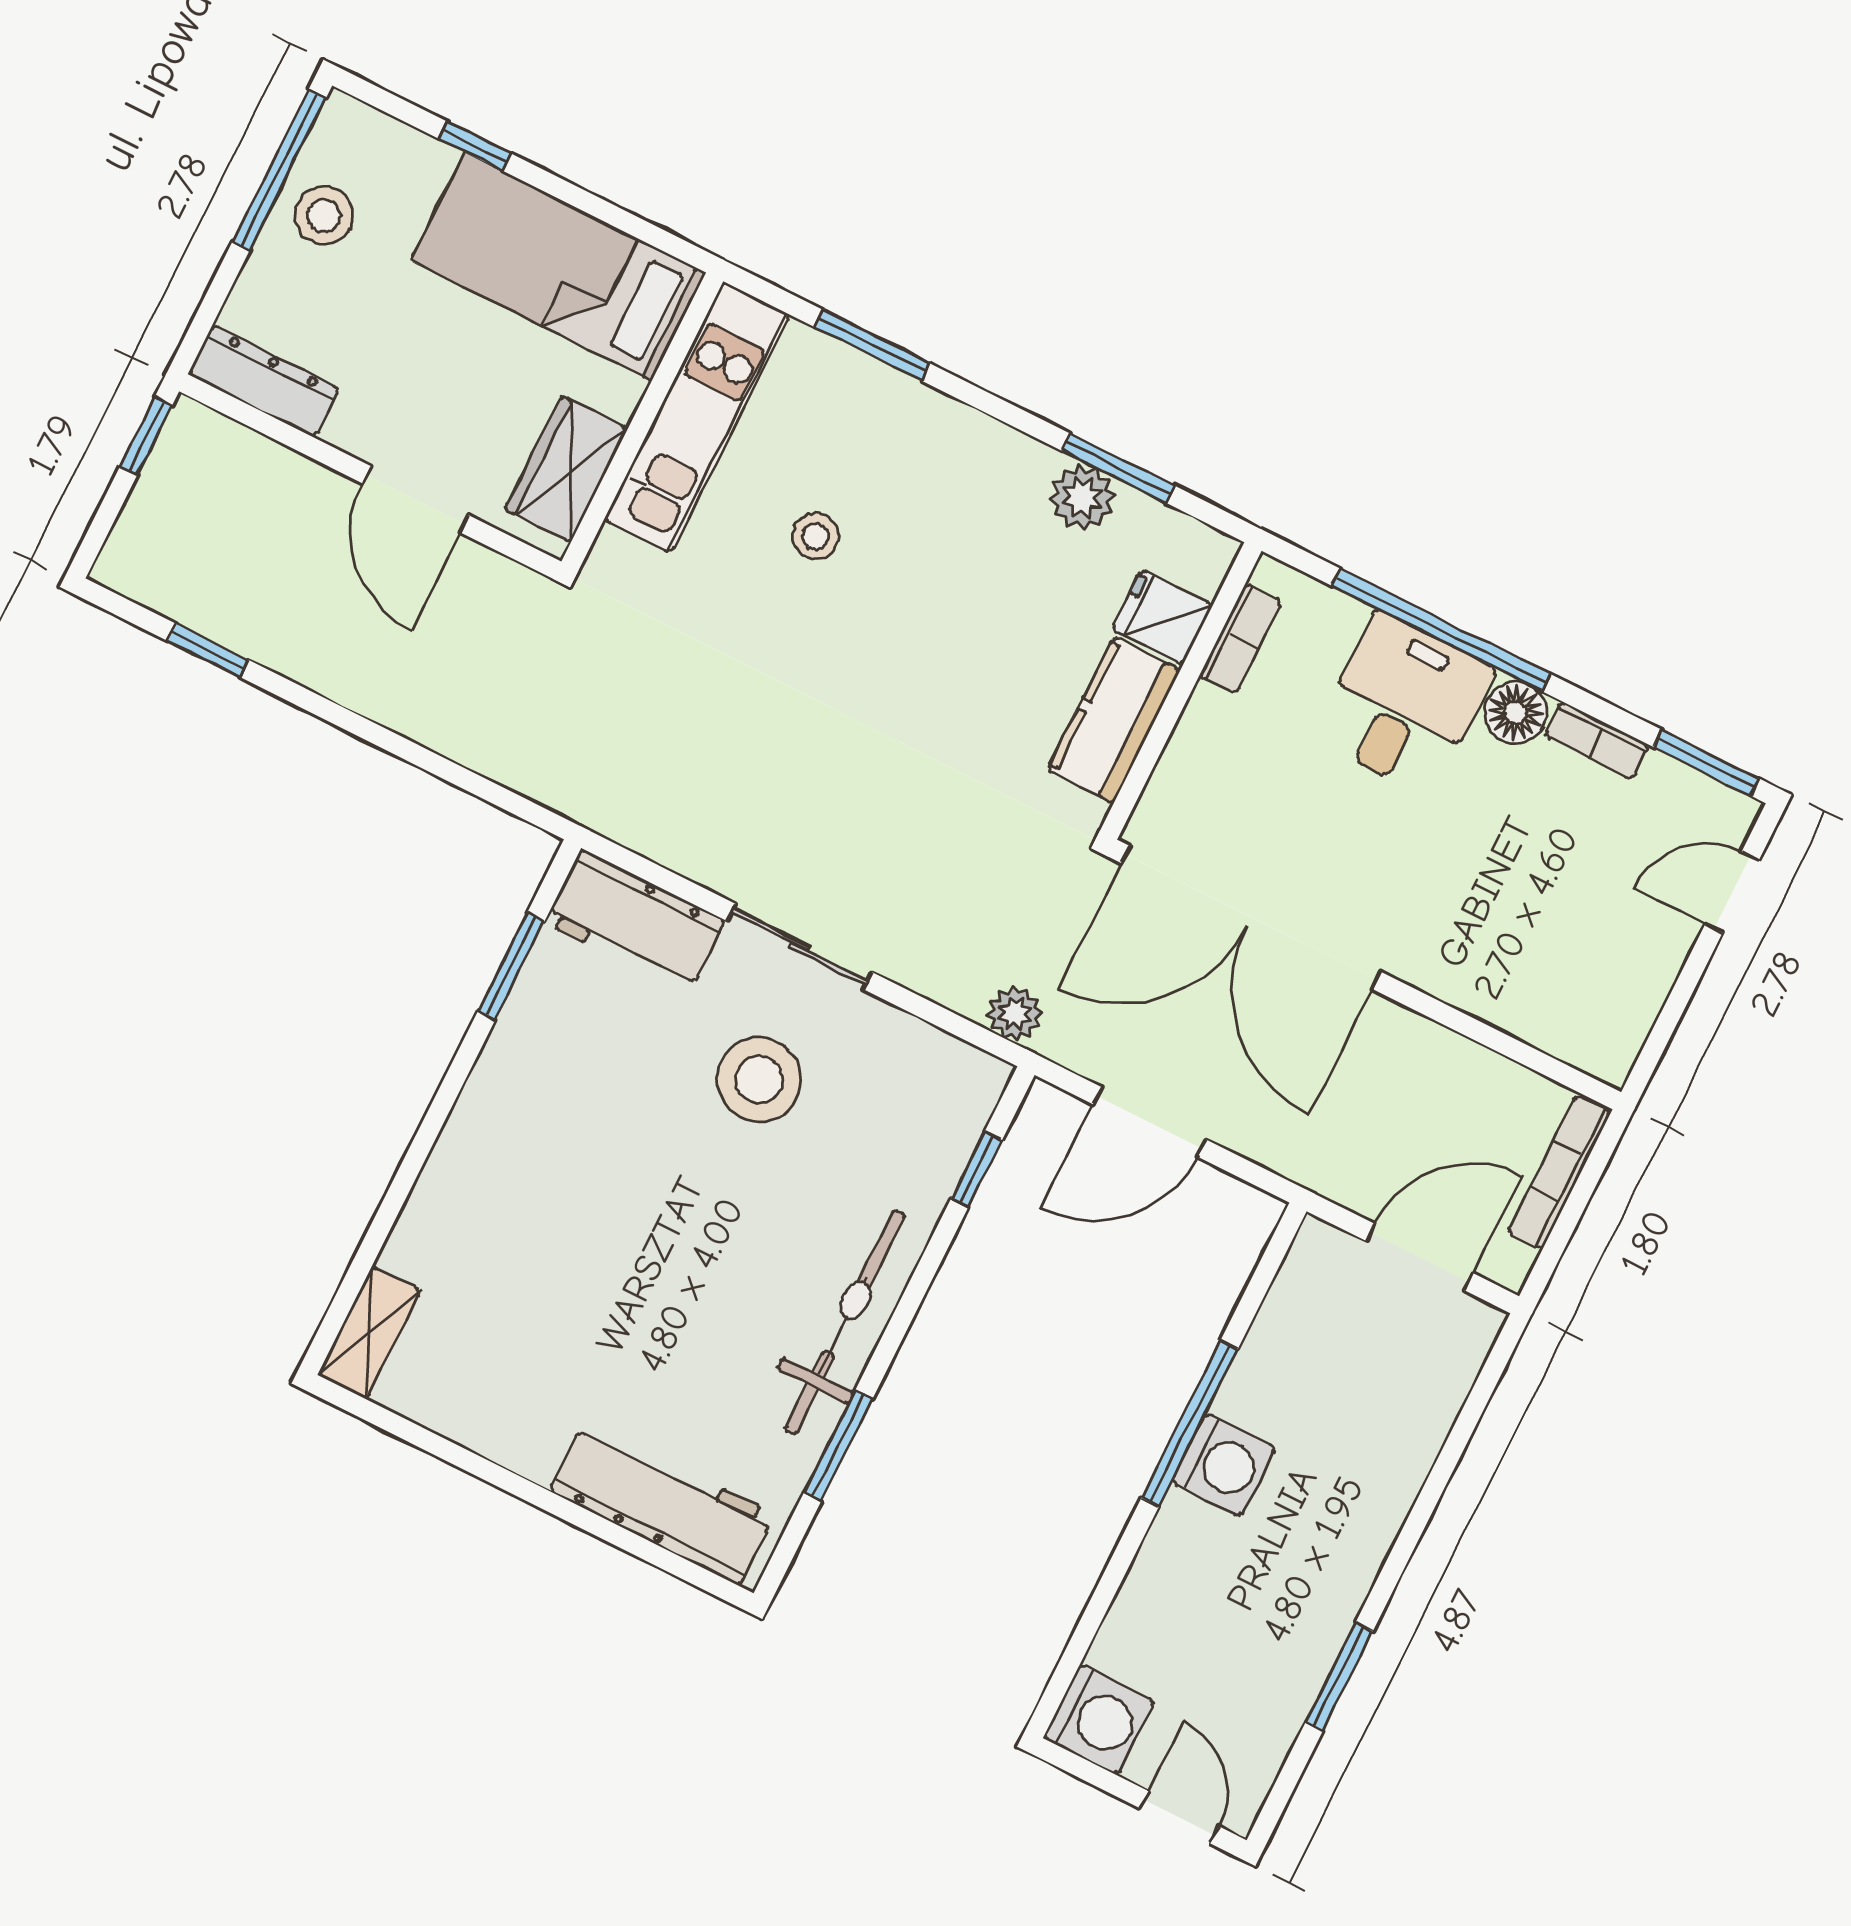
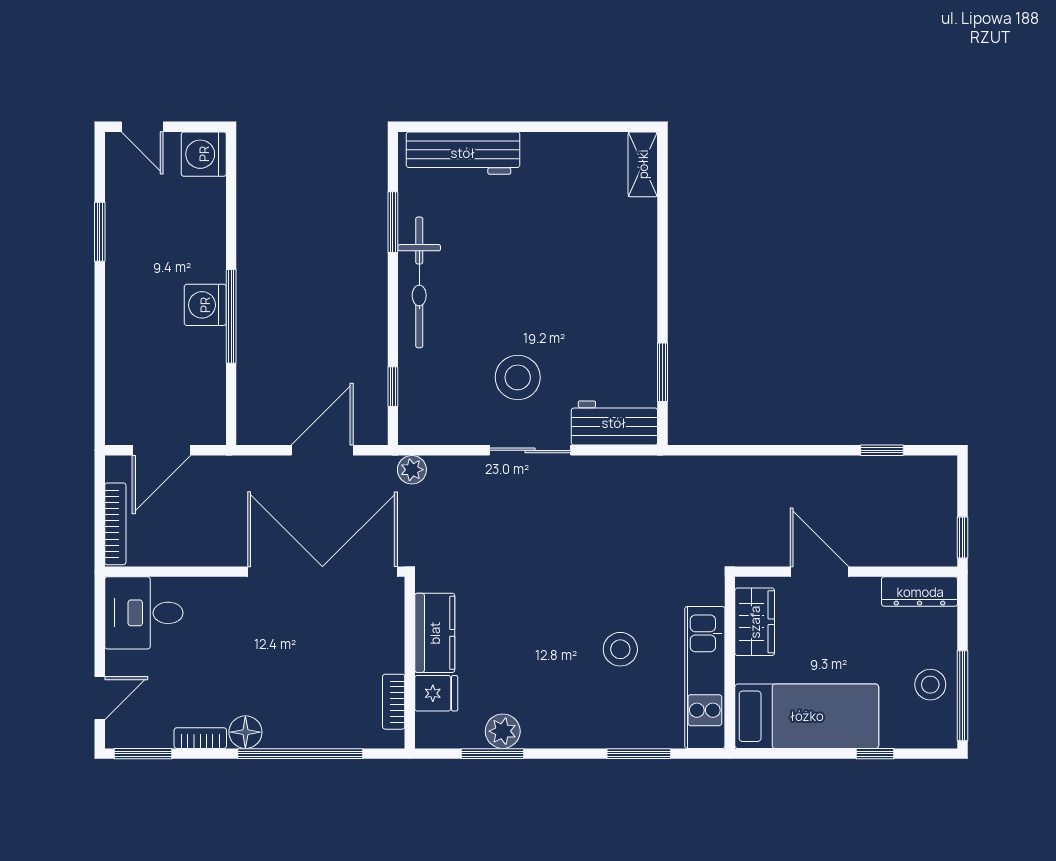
stool: (815, 536) -> (620, 649), width x1.37, depth x1.37
desk: (1403, 704) -> (144, 613), moved, turned 90

